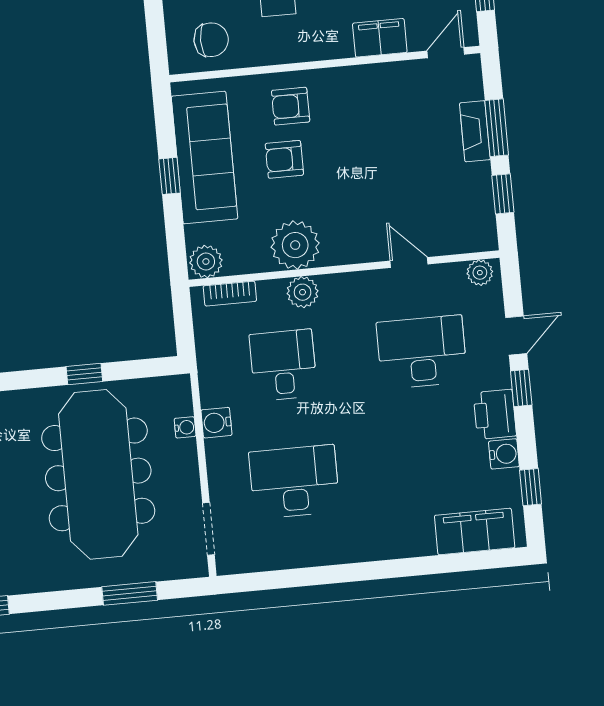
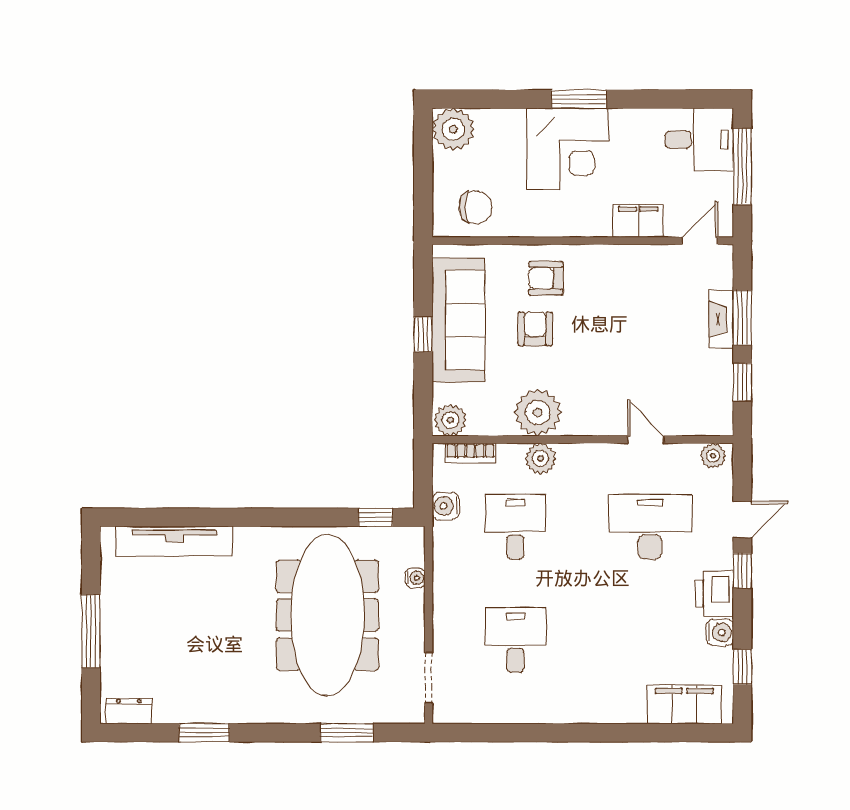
armchair: (284, 159) -> (535, 329), turned 90
window: (84, 374) -> (376, 517), moved
water cooler: (216, 423) -> (446, 506), moved
desk: (294, 482) -> (515, 640), width x0.73

